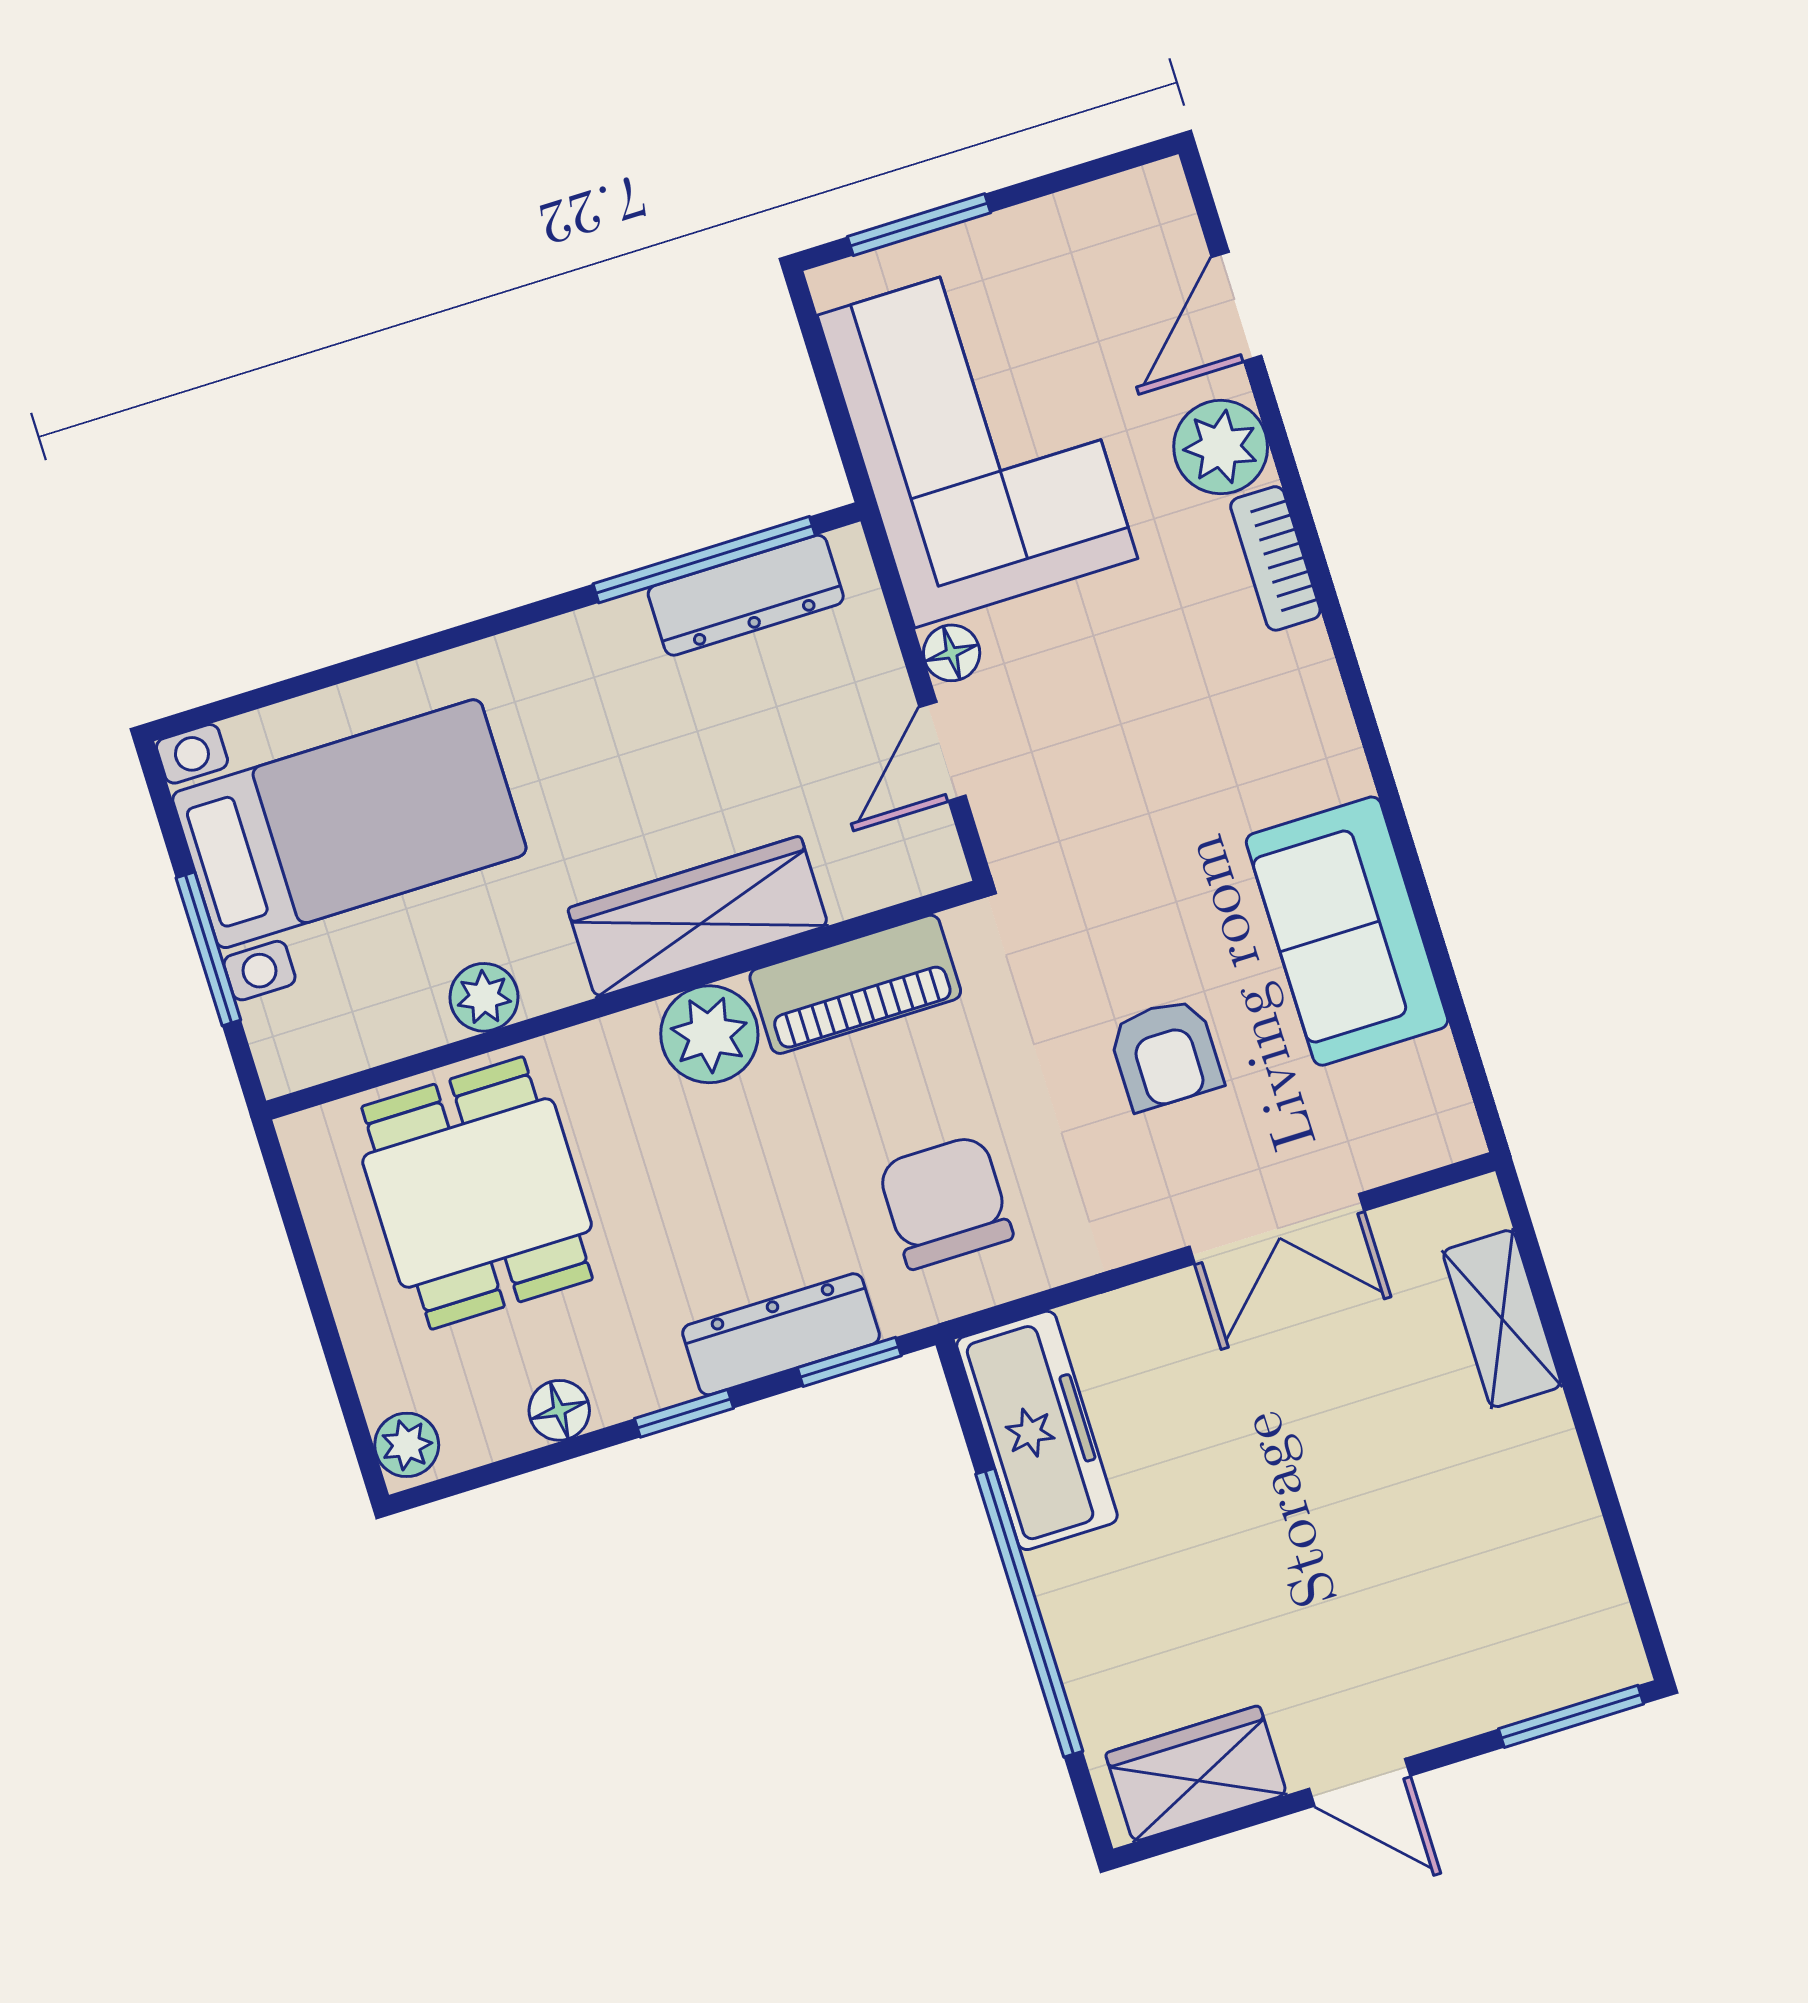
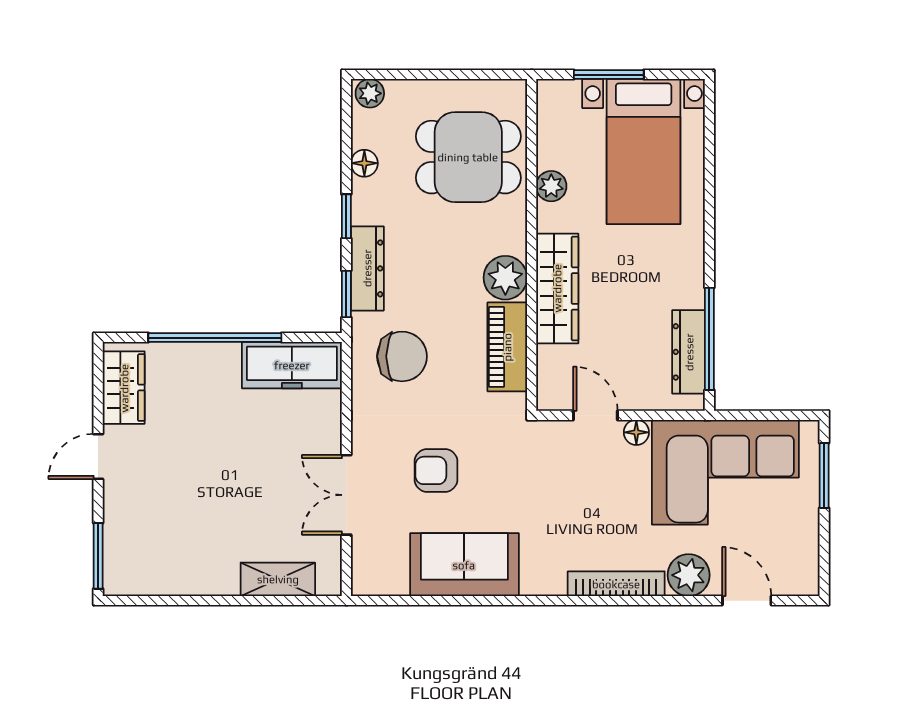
bookcase: (1275, 558) -> (616, 584), width x1.56

